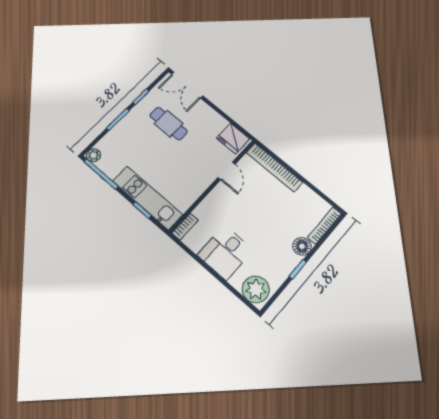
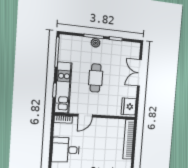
double door: (187, 85) -> (139, 73), moved
cafe table: (169, 124) -> (96, 78), moved
plant: (94, 155) -> (96, 43), moved
door: (227, 171) -> (85, 116), moved

